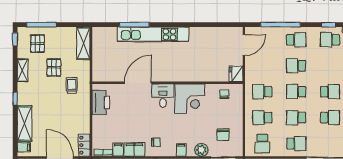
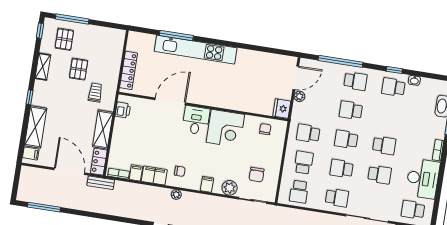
shelving: (83, 43) -> (103, 129), moved
plant: (250, 61) -> (299, 96), added
locker: (98, 62) -> (129, 70), added
printer: (101, 103) -> (123, 110), width x0.53, depth x0.68
school desk: (262, 118) -> (304, 163), turned 90

